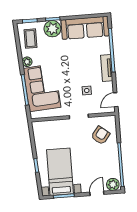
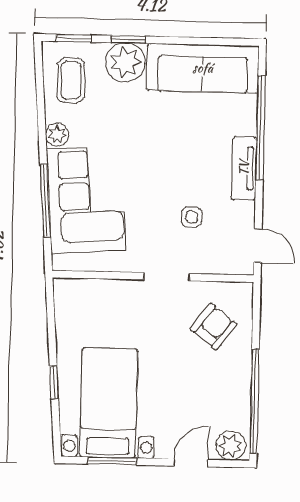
door: (116, 100) -> (258, 246), swing flipped

